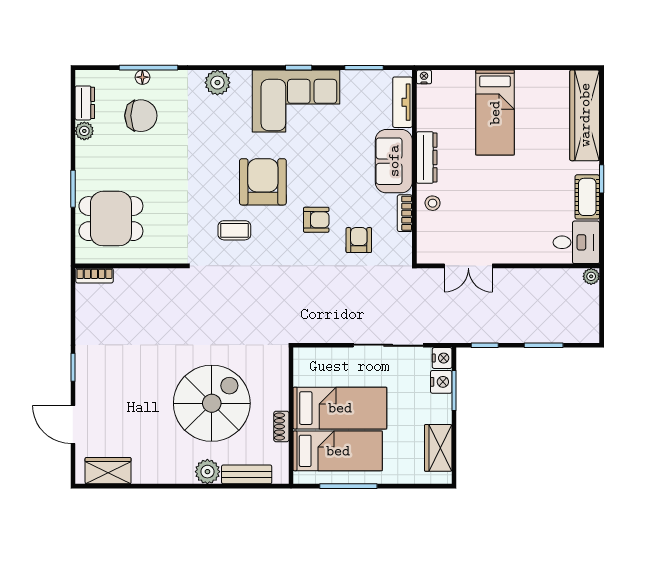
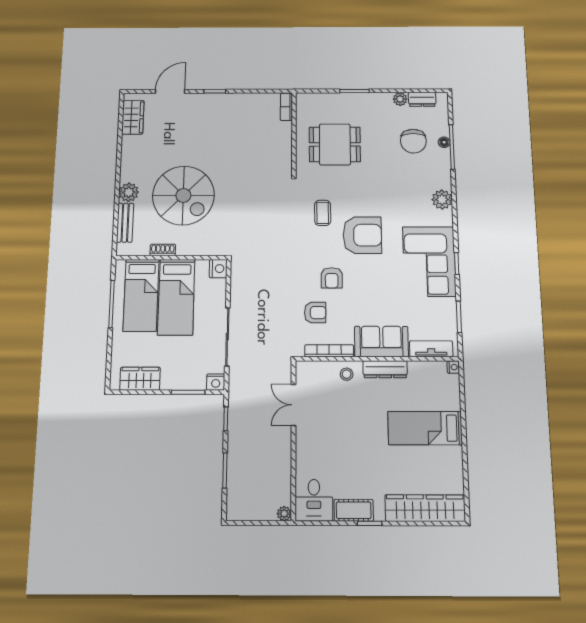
bookcase: (405, 213) -> (329, 351), width x1.56
dining table: (111, 219) -> (335, 144), moved, turned 90
nightstand: (441, 382) -> (218, 269), moved, turned -90

